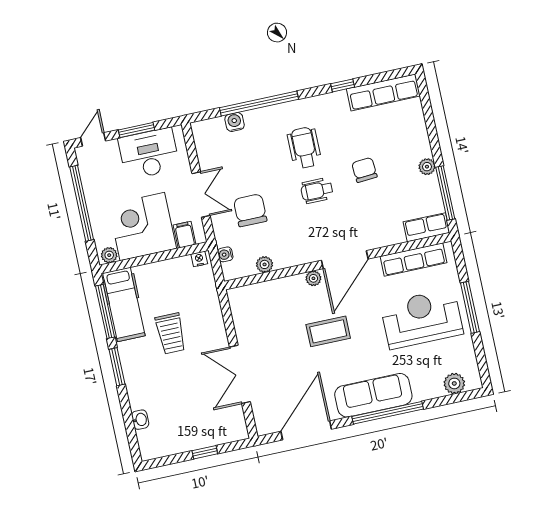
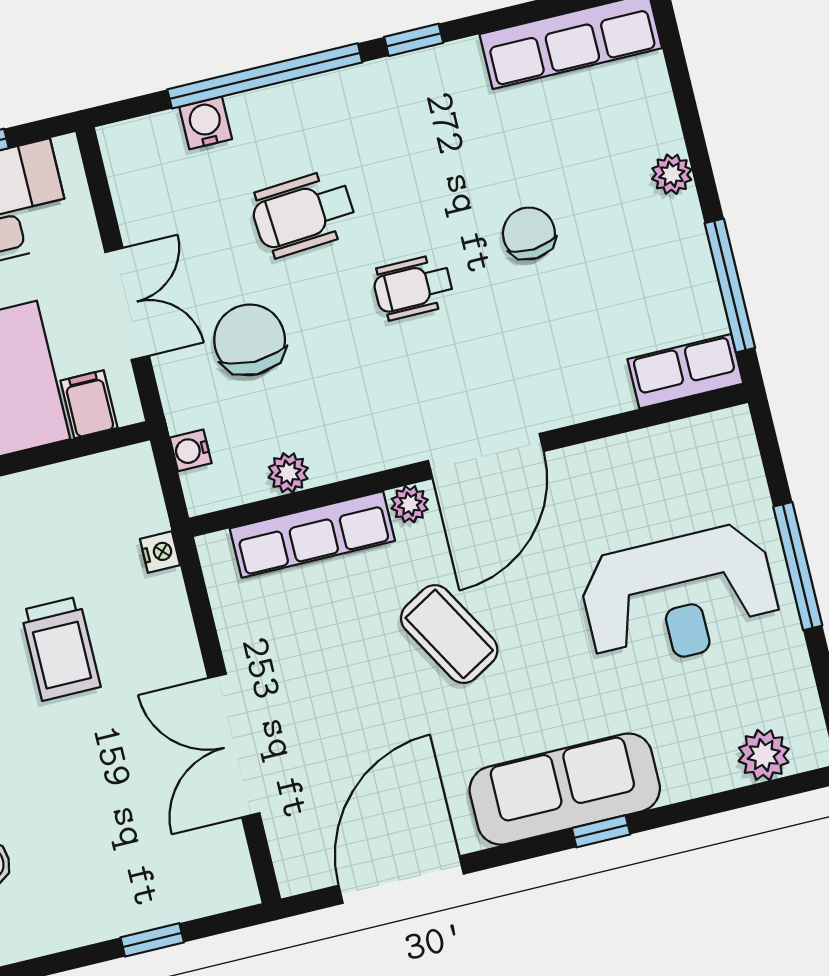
window: (343, 85) -> (414, 40), moved
wheelchair: (304, 148) -> (303, 214), moved, turned -94
plant: (427, 167) -> (672, 174), moved
nightstand: (199, 259) -> (160, 552), moved, turned 90
row of seats: (414, 259) -> (312, 535), moved
reception desk: (422, 319) -> (680, 597), turned 180
coffee table: (328, 331) -> (449, 634), turned 60
window: (388, 413) -> (601, 831), width x0.32

